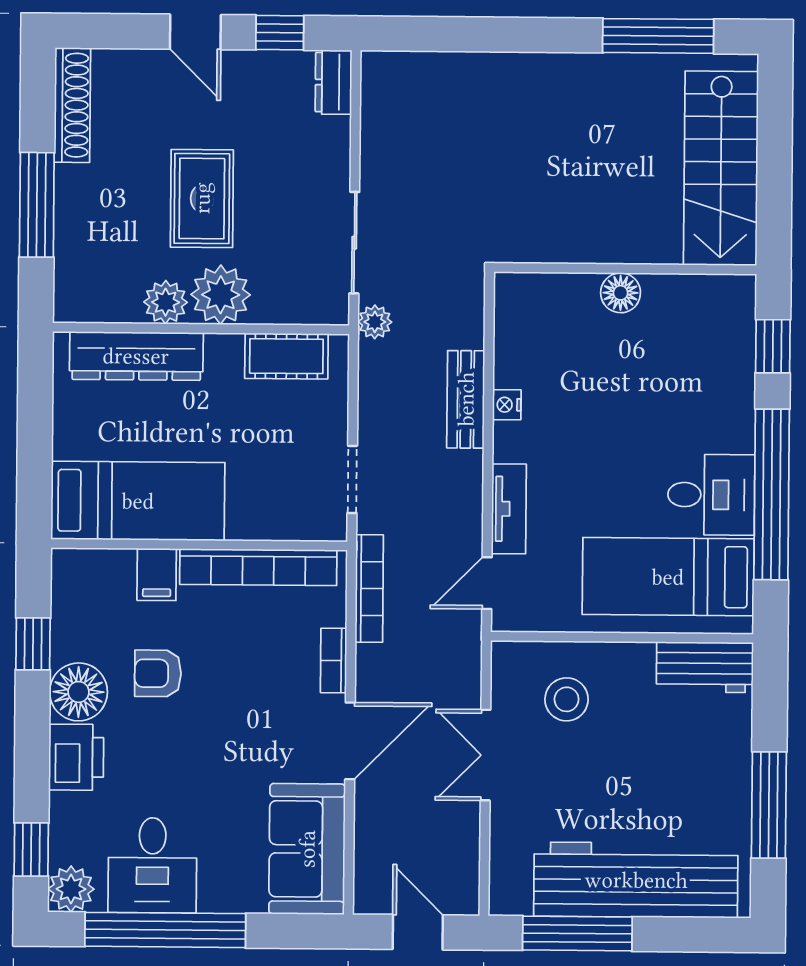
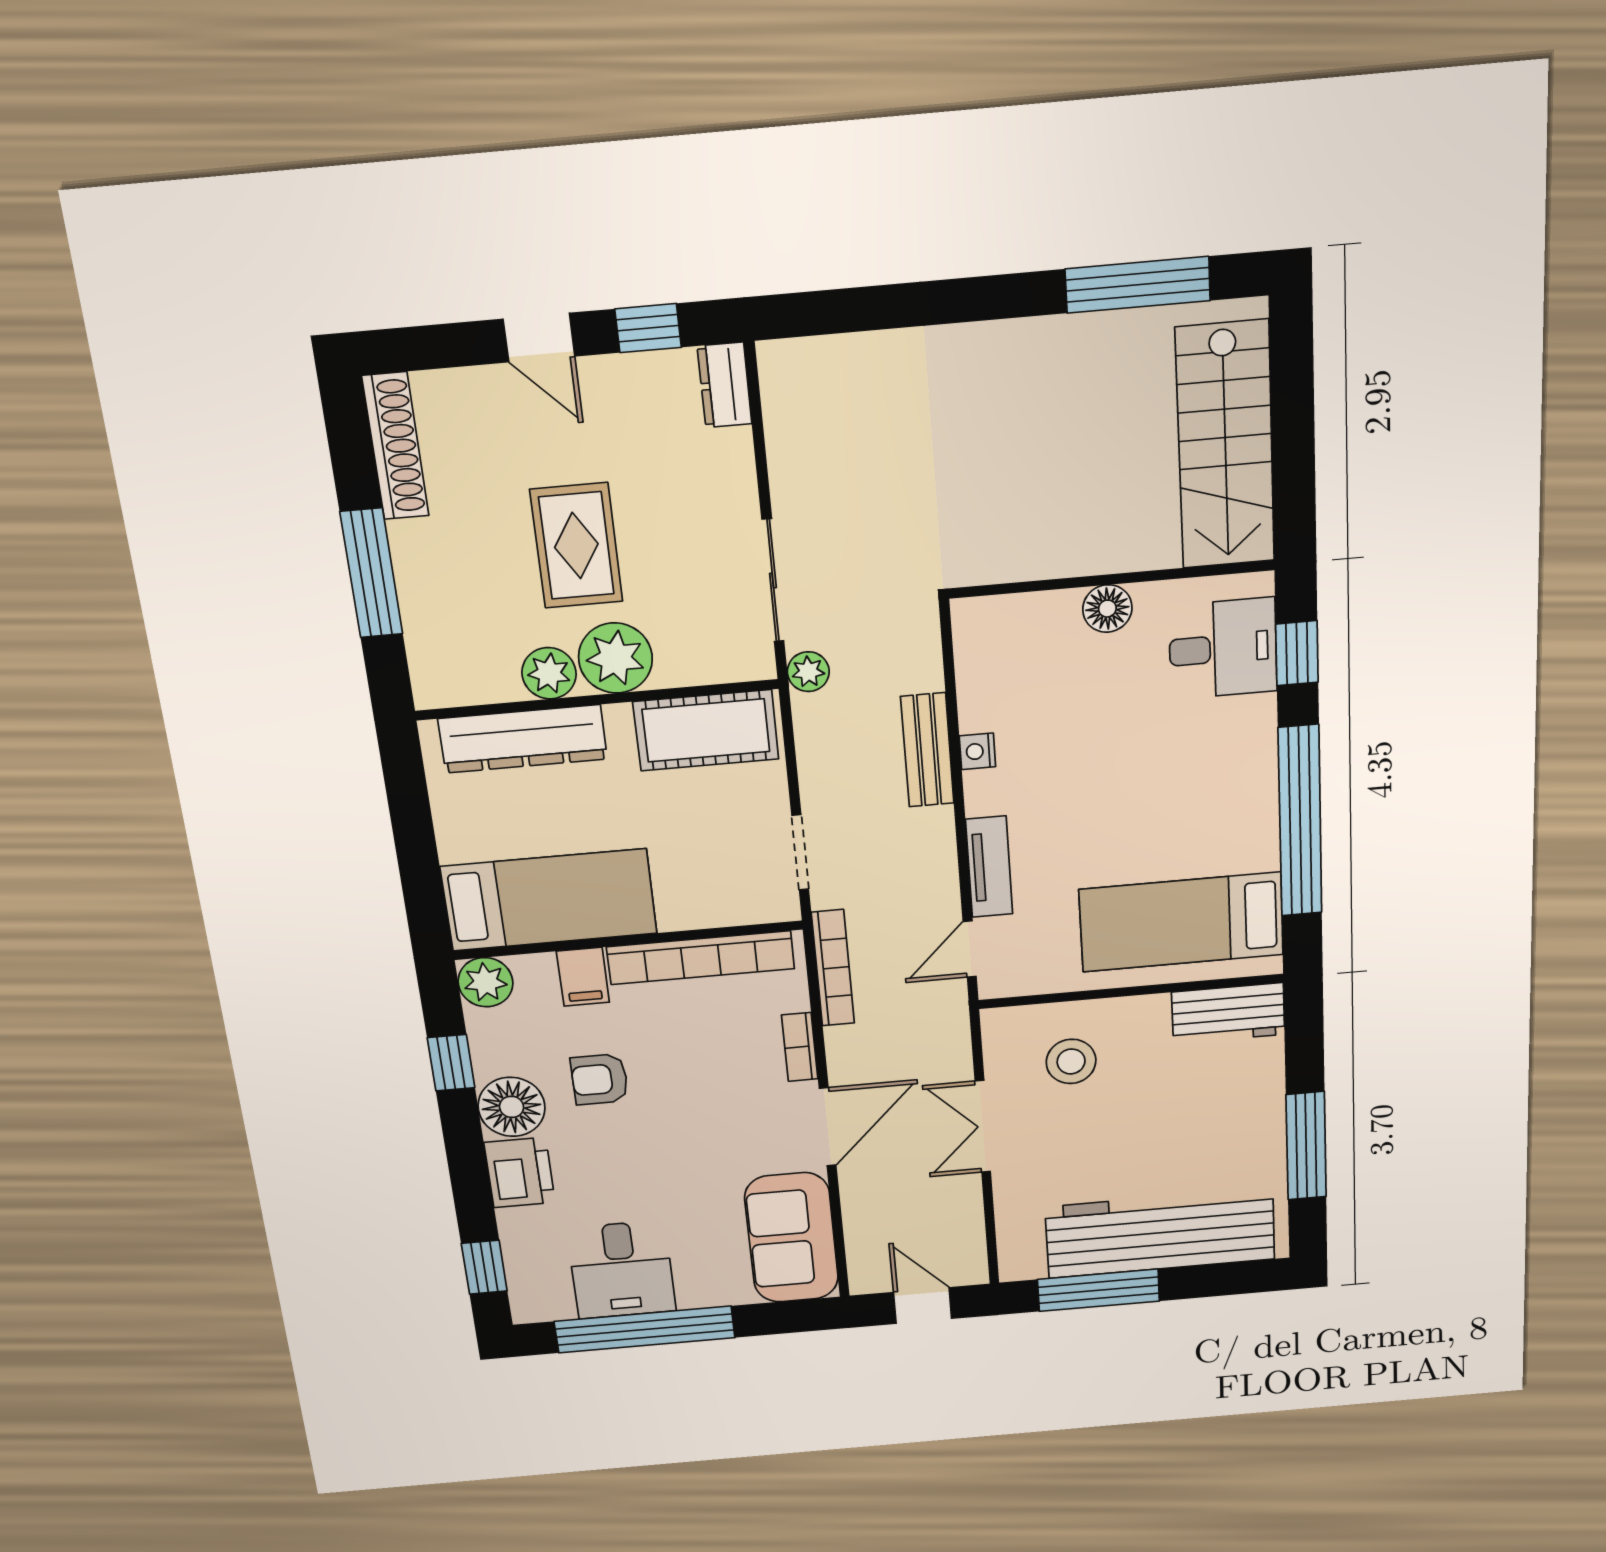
cot: (286, 356) -> (706, 730), width x1.37, depth x1.34
desk: (711, 495) -> (1223, 649), moved
plant: (71, 889) -> (486, 982), moved

